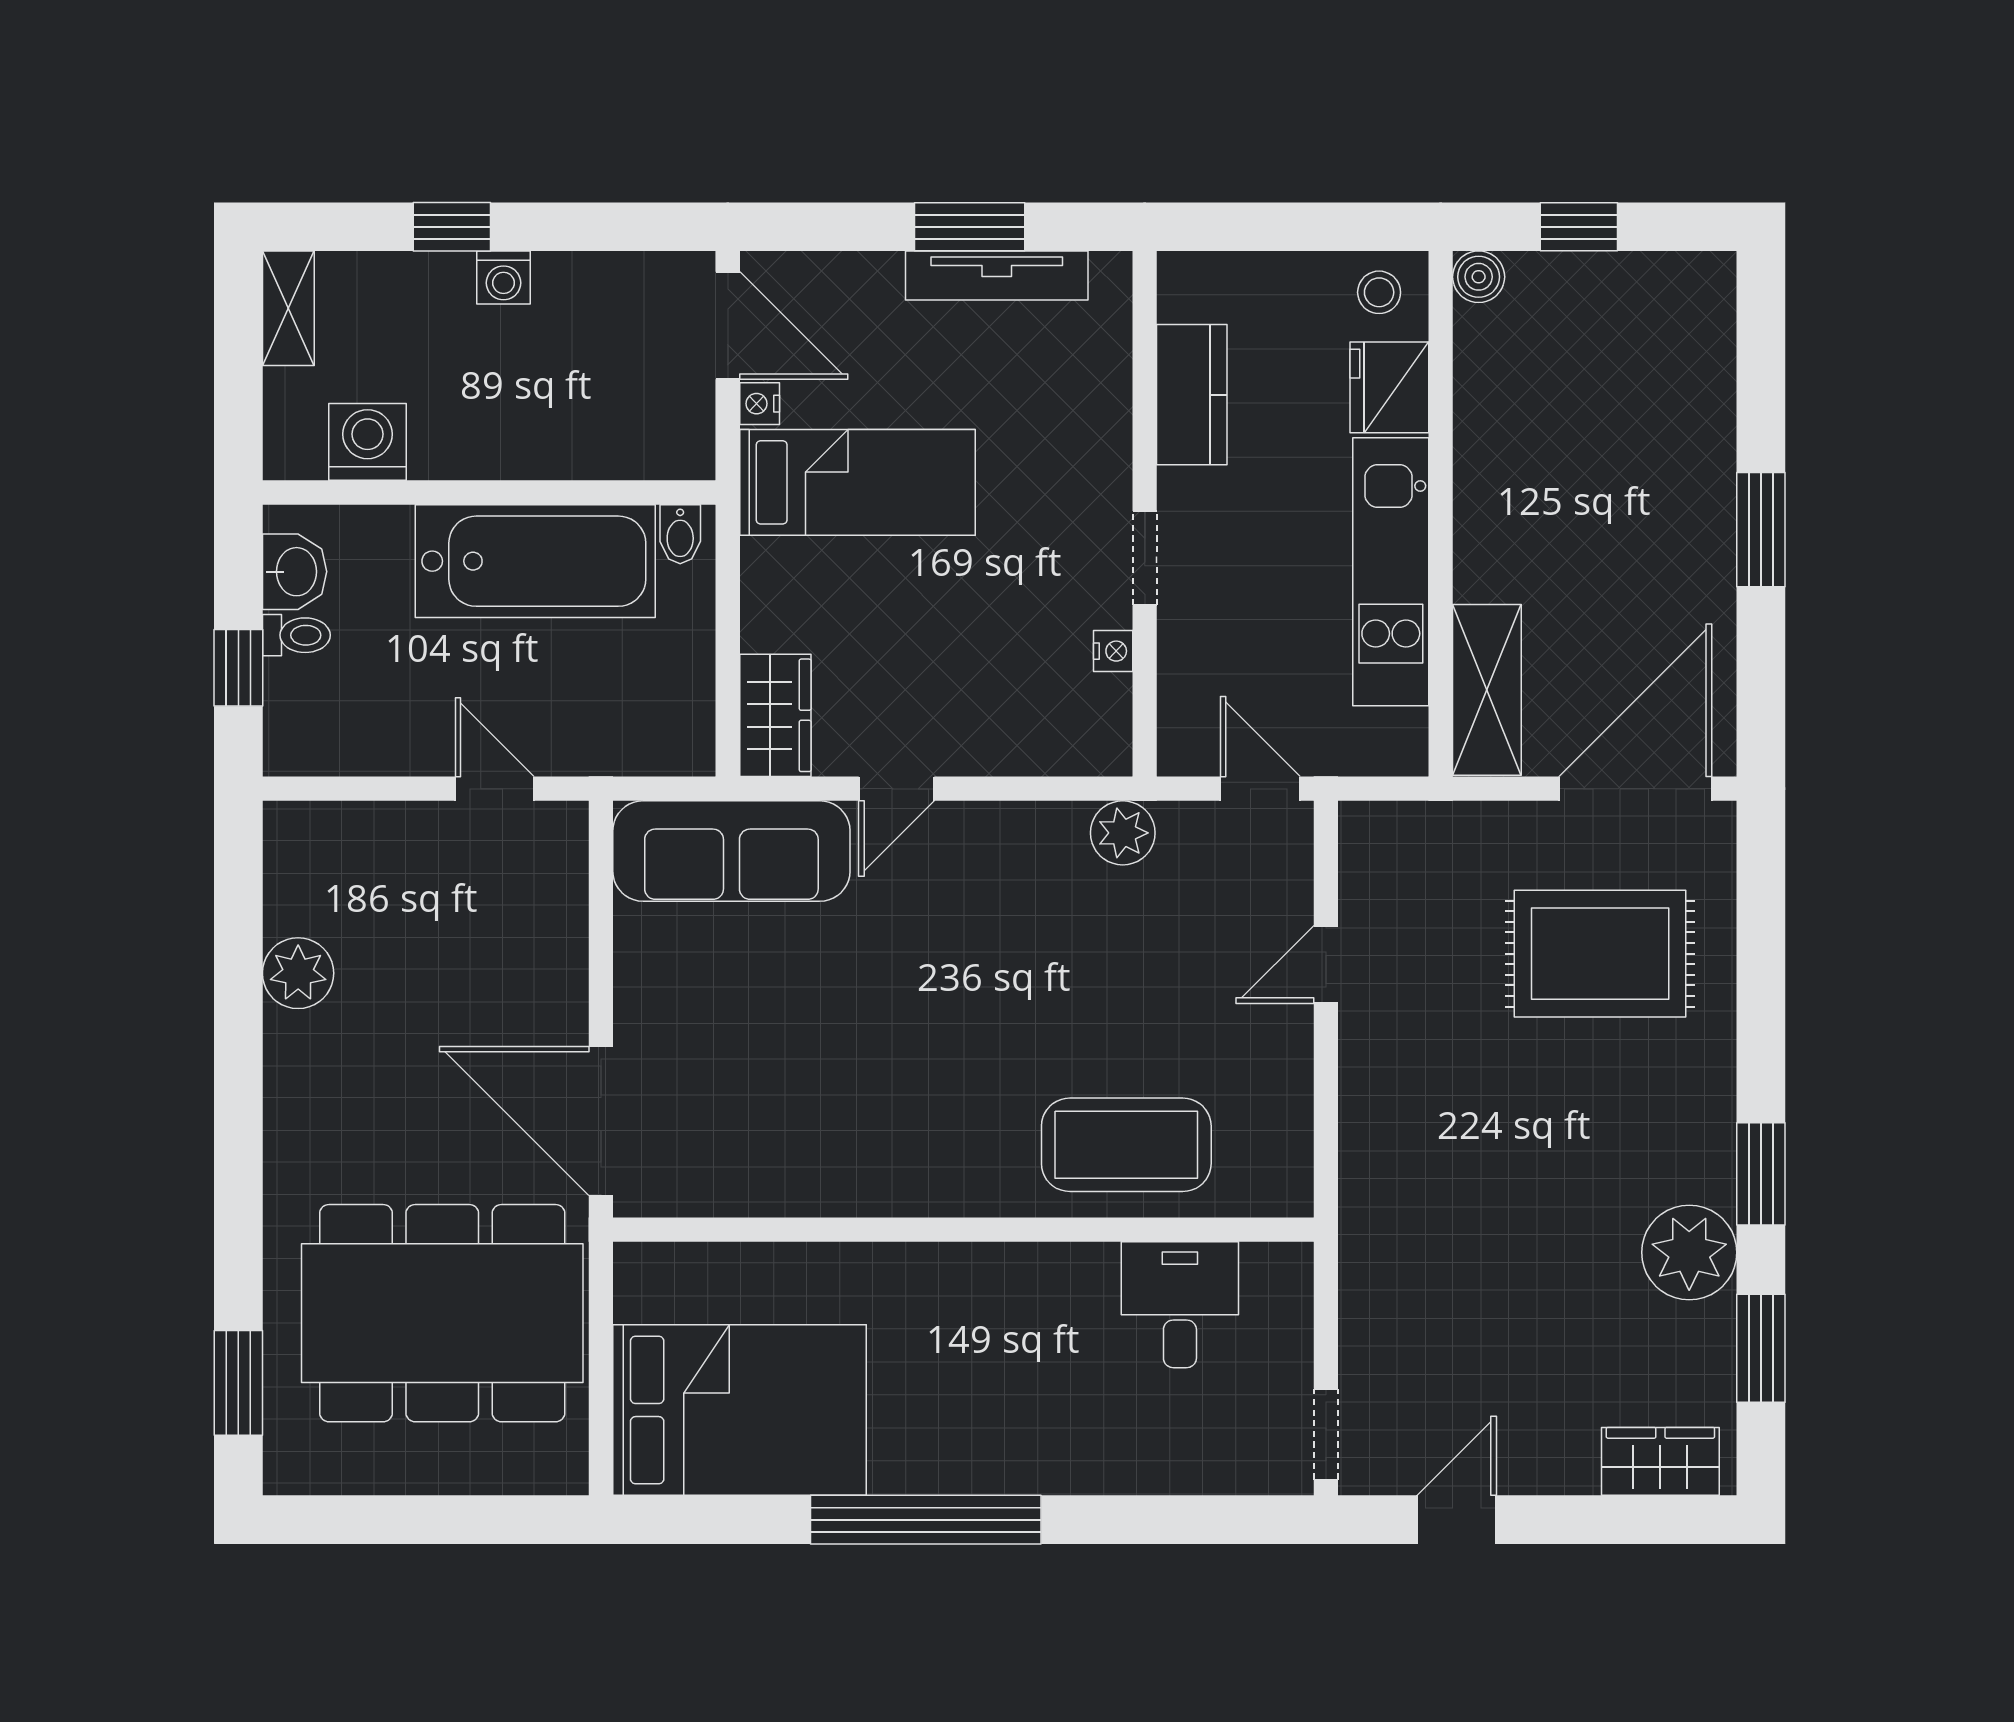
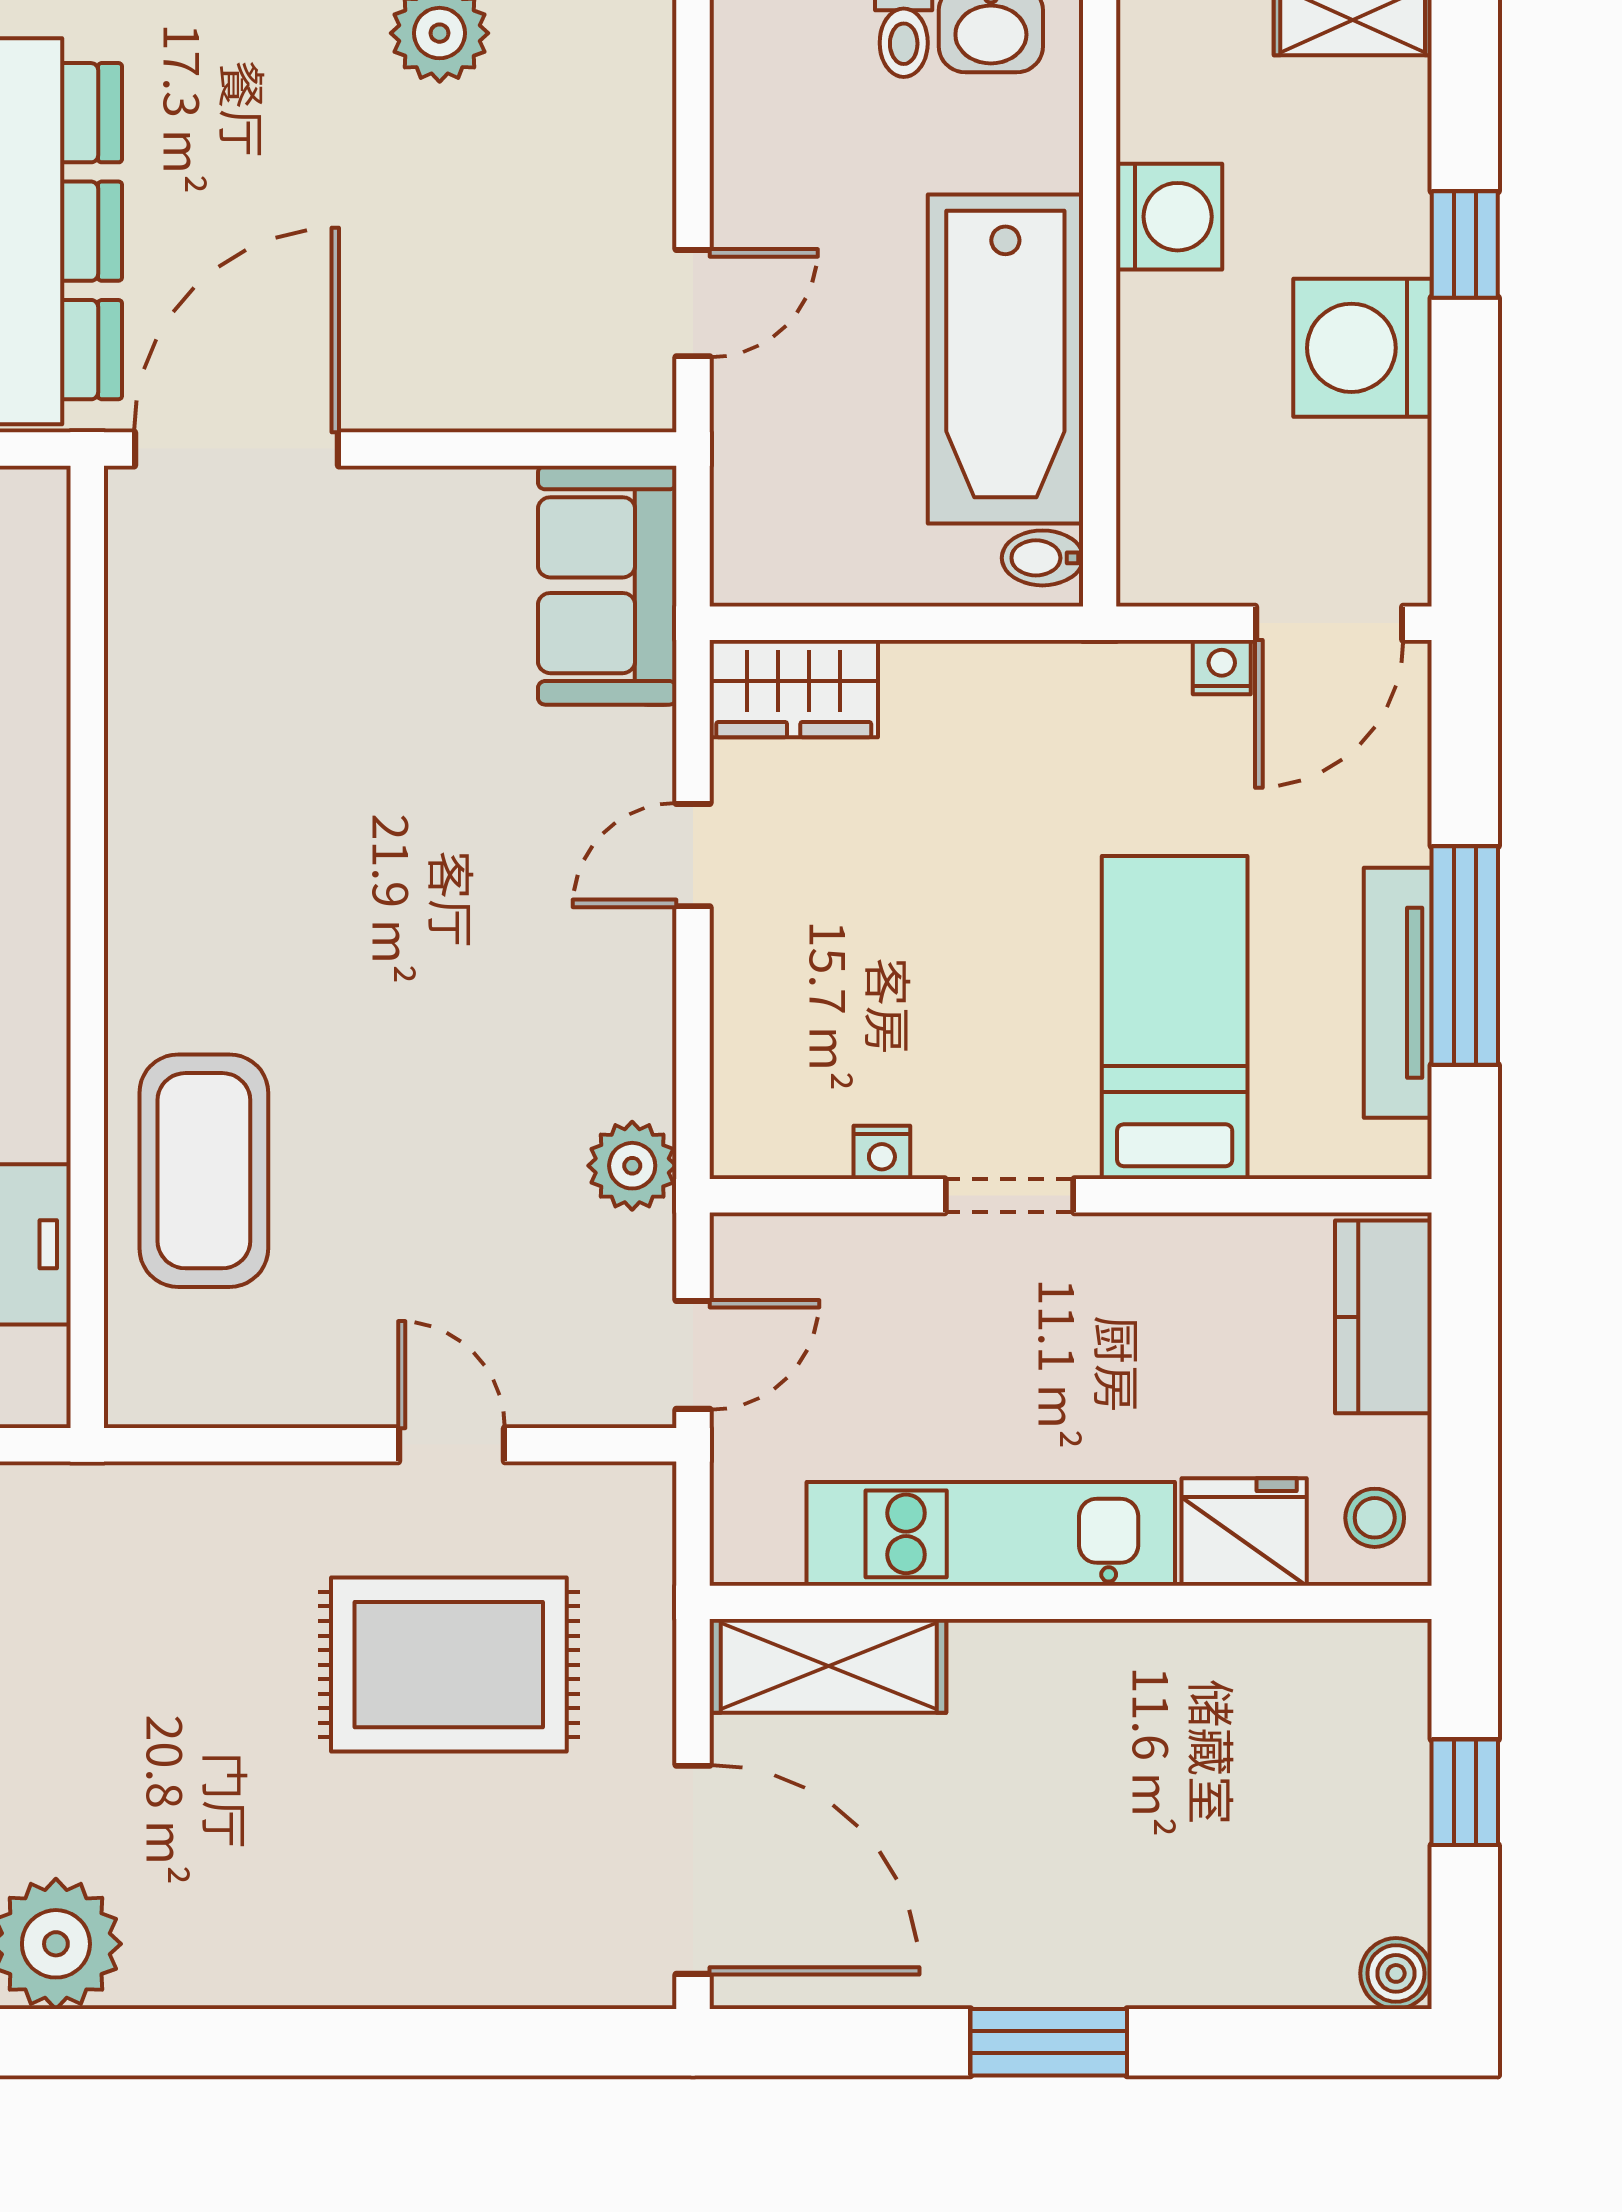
window: (970, 227) -> (1465, 955), width x1.44
boiler: (1479, 277) -> (1396, 1973), moved
washing machine: (504, 278) -> (1362, 348), width x1.89, depth x1.89
kitchen counter: (1192, 395) -> (1383, 1317), moved, turned 90
washing machine: (368, 442) -> (1169, 217), moved
bed: (857, 482) -> (1175, 1018), moved, turned 180
door: (897, 789) -> (693, 855), hinge flipped
sofa: (731, 851) -> (607, 585), width x0.73
rug: (1600, 954) -> (449, 1665), moved, turned 90
window: (1761, 1174) -> (164, 2042), removed

